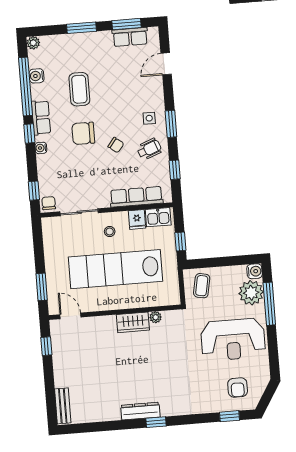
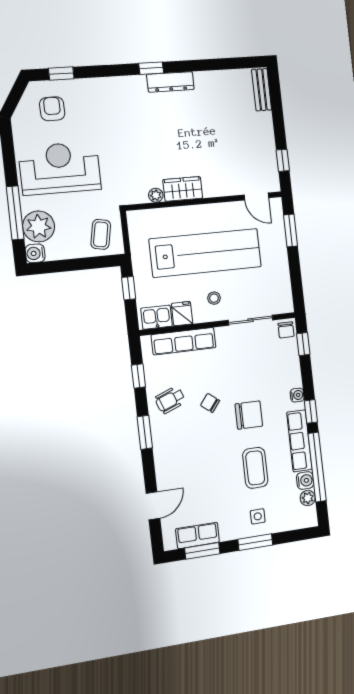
plant: (33, 43) -> (308, 498), moved
row of seats: (41, 118) -> (299, 441), width x1.48
side table: (149, 118) -> (258, 516), moved

